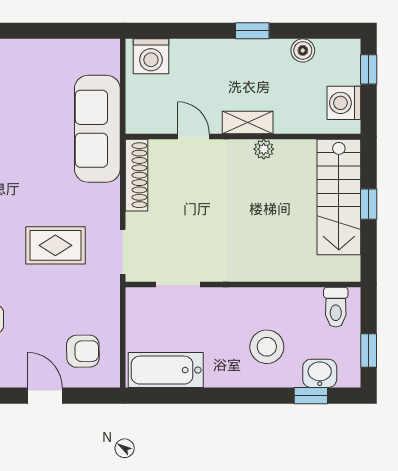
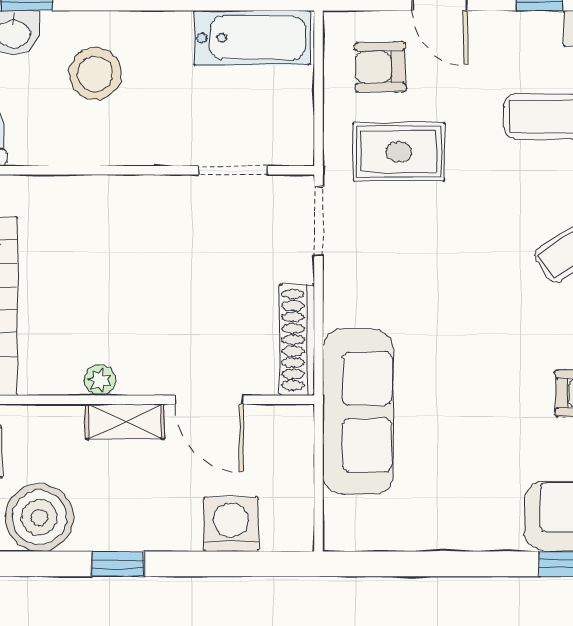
boiler: (303, 50) -> (39, 518), width x1.86, depth x1.86
washing machine: (151, 56) -> (231, 524), moved
door: (193, 137) -> (209, 400), width x1.38
rug: (55, 245) -> (399, 152), moved

